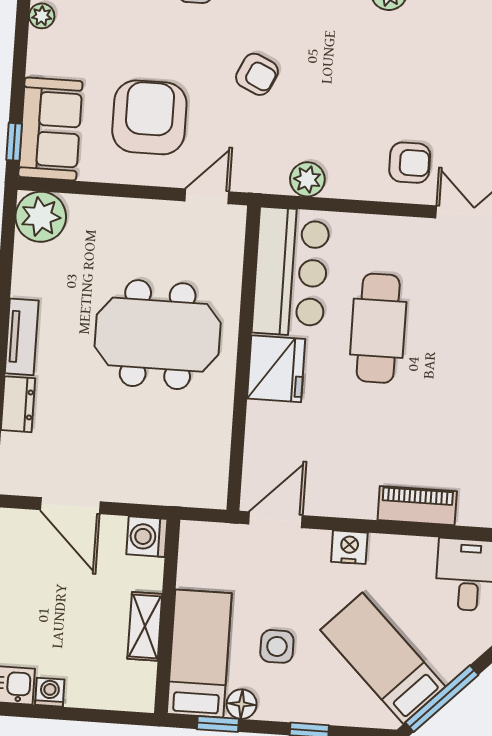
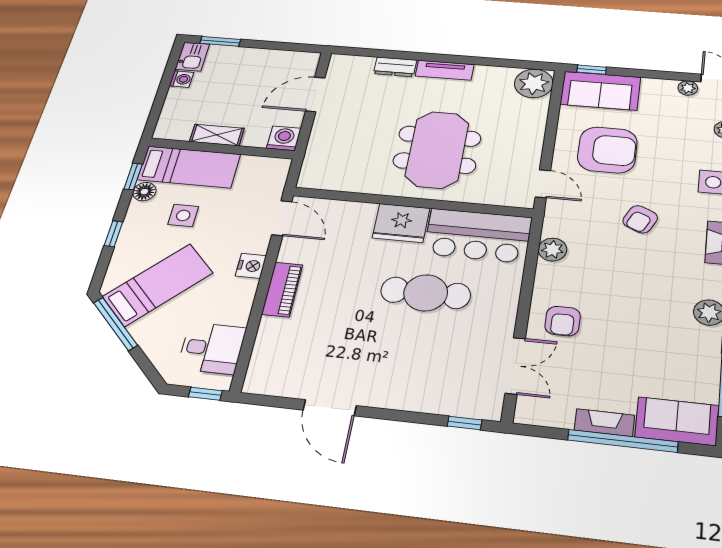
piano: (417, 506) -> (282, 289), moved

